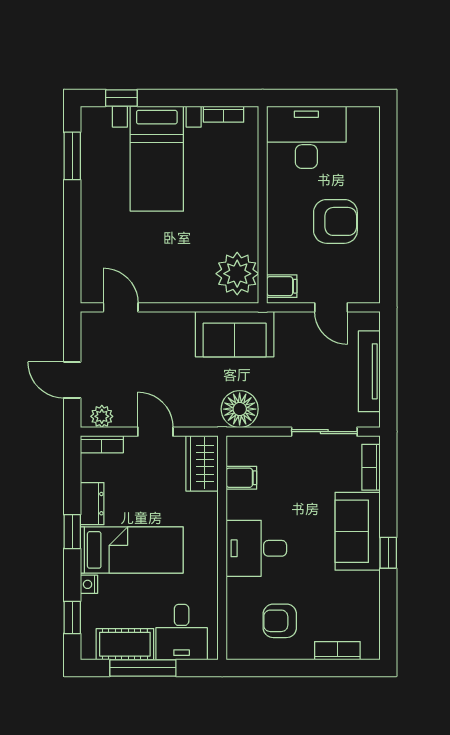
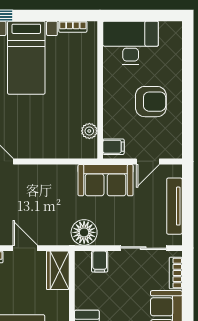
plant: (237, 274) -> (89, 131), width x0.53, depth x0.53
door: (331, 307) -> (148, 161), hinge flipped
sofa: (235, 334) -> (106, 180), moved
filing cabinet: (241, 478) -> (100, 262), moved, turned 90

